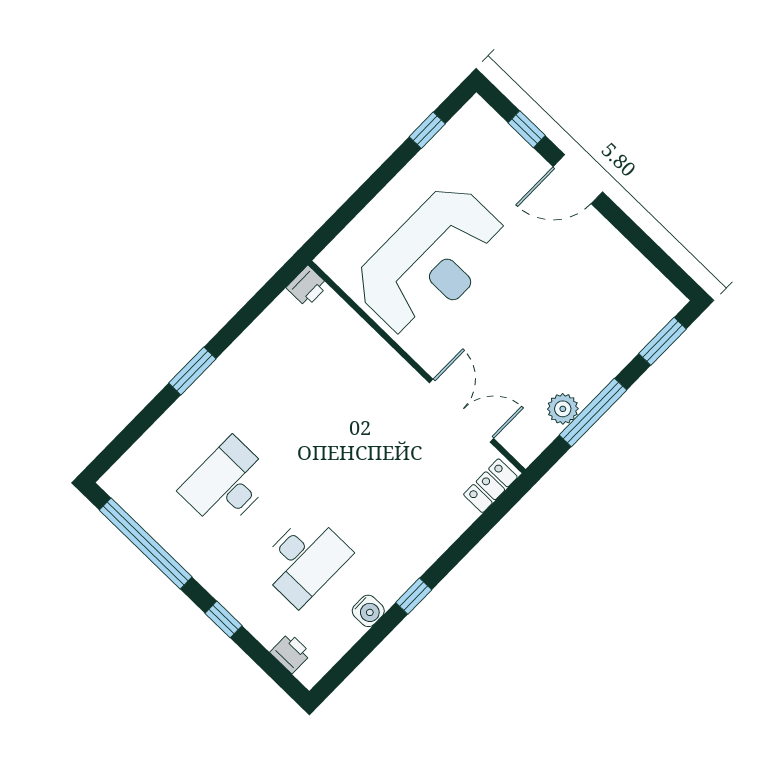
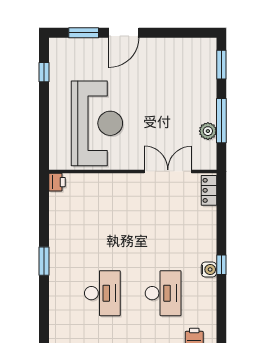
window: (527, 129) -> (84, 33), width x1.50
desk: (227, 484) -> (102, 293), turned 180
water cooler: (368, 611) -> (209, 269), moved

